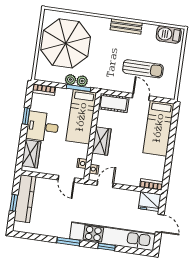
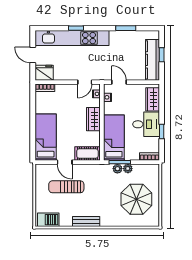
parasol: (66, 43) -> (136, 199), width x0.73, depth x0.73
window: (68, 242) -> (126, 28), moved

